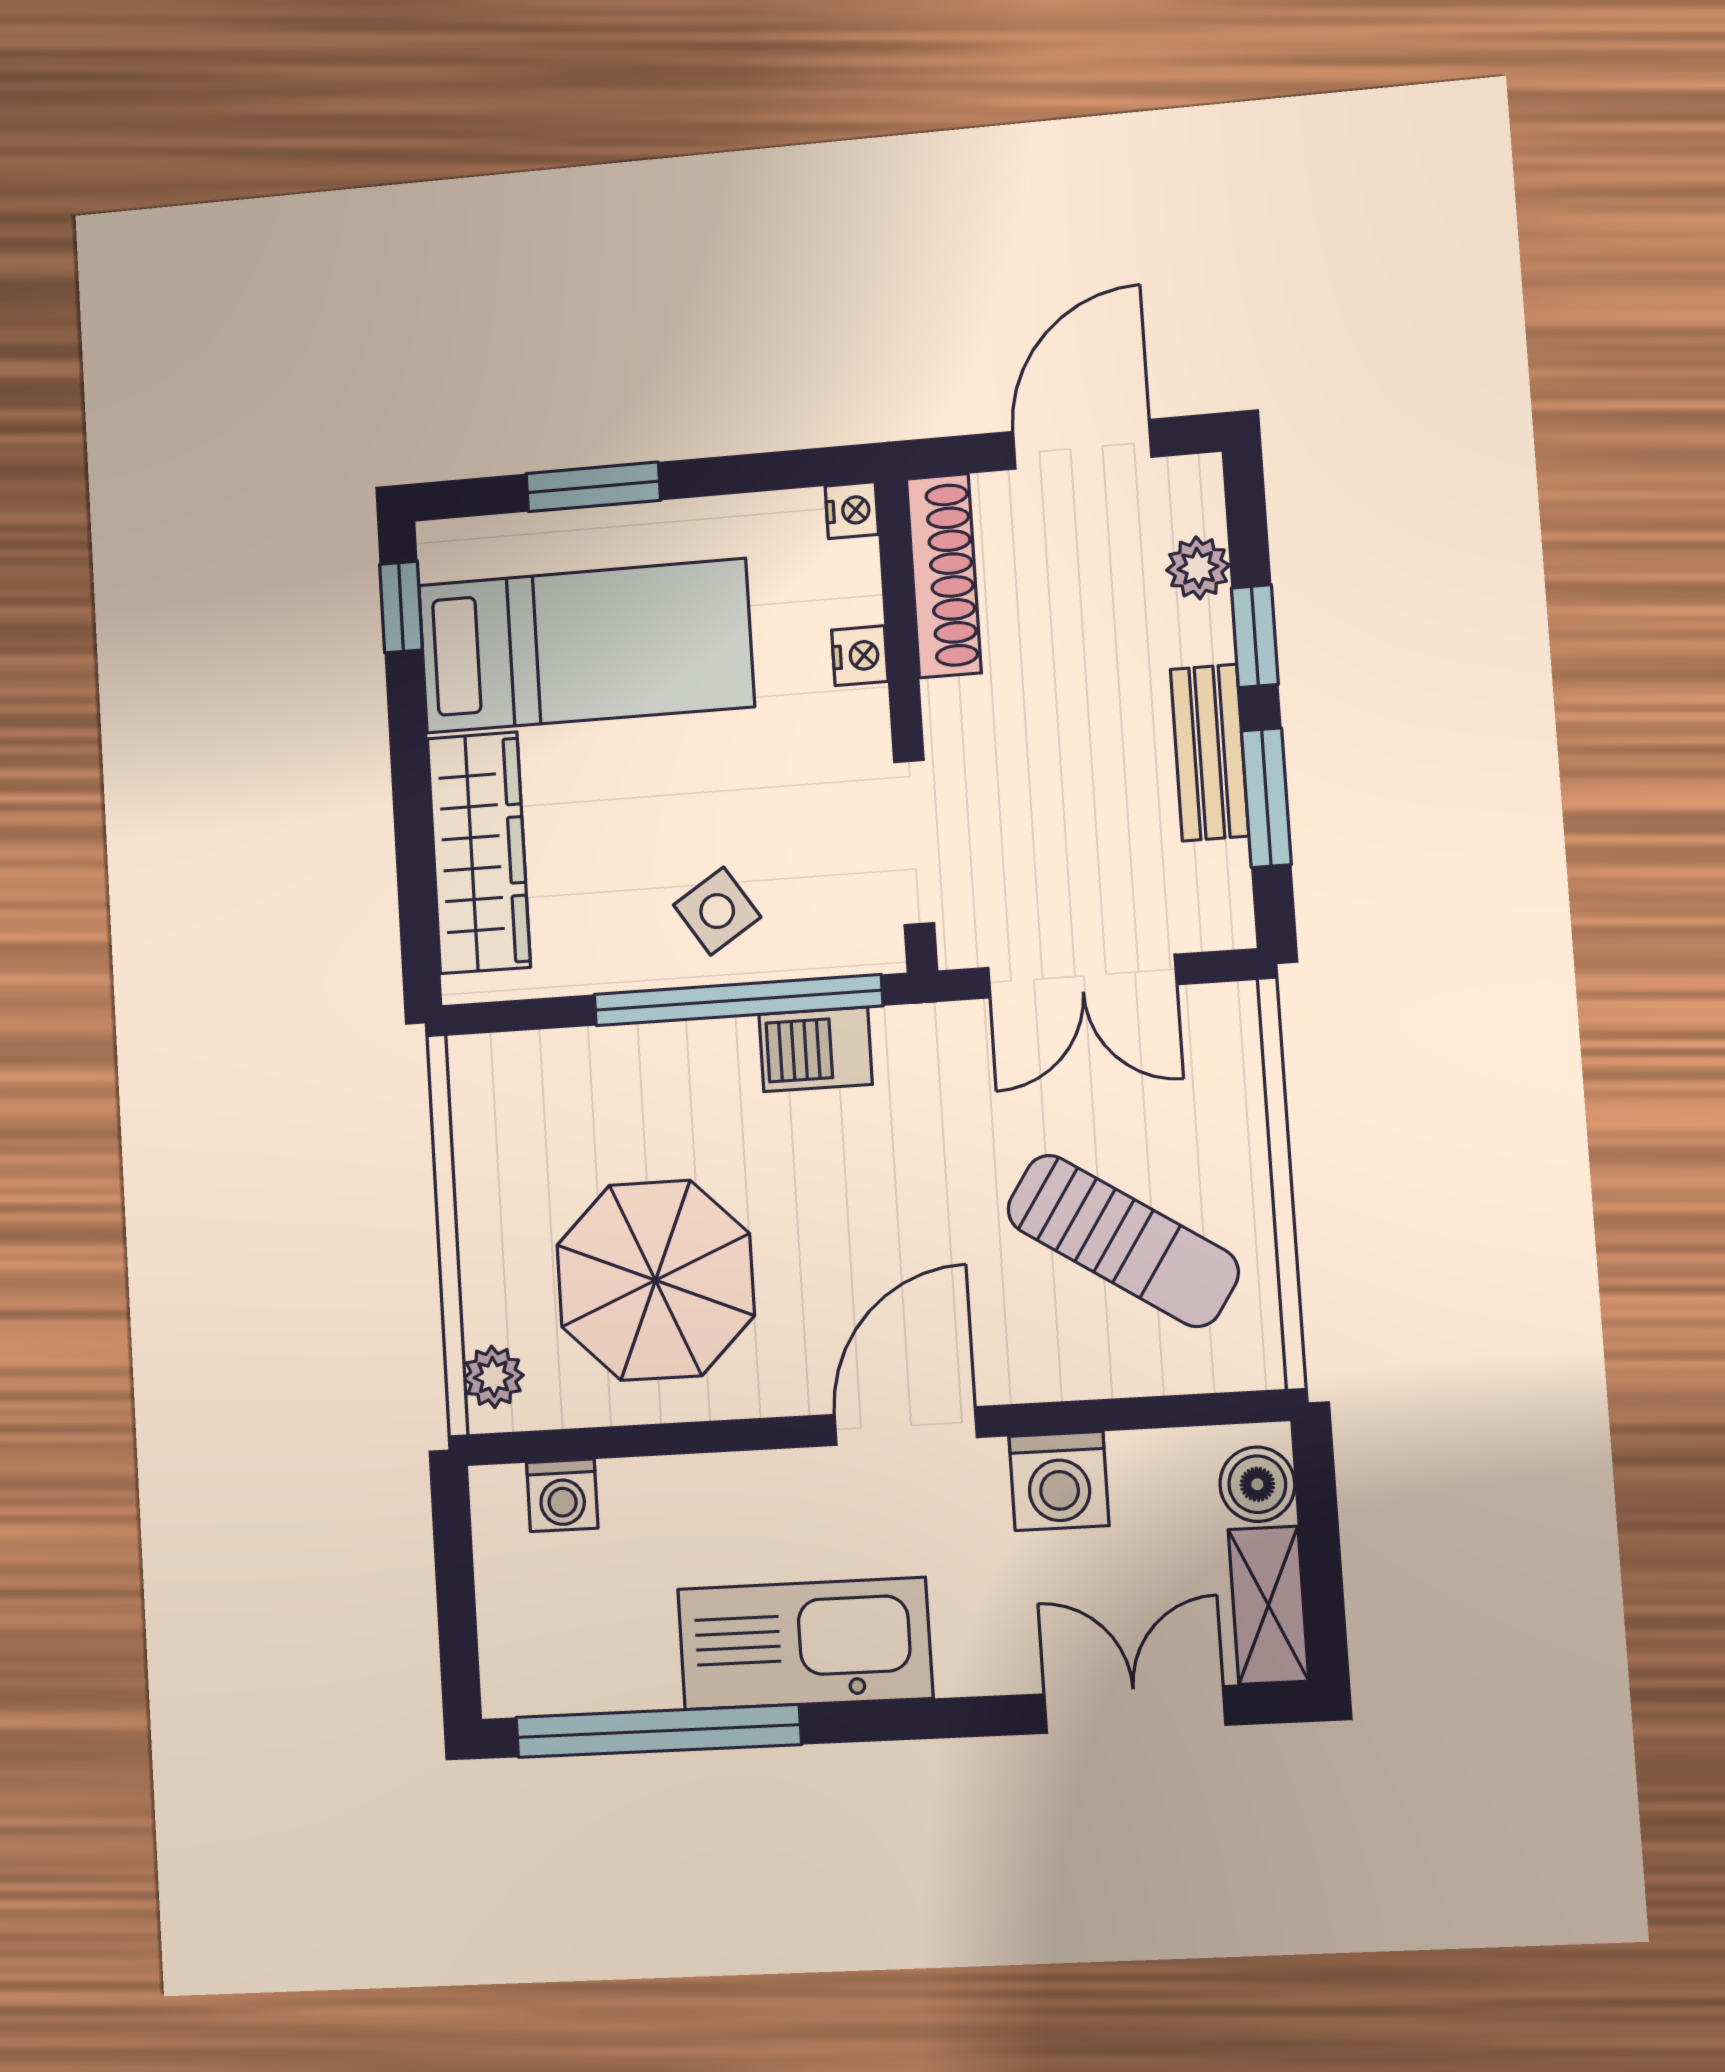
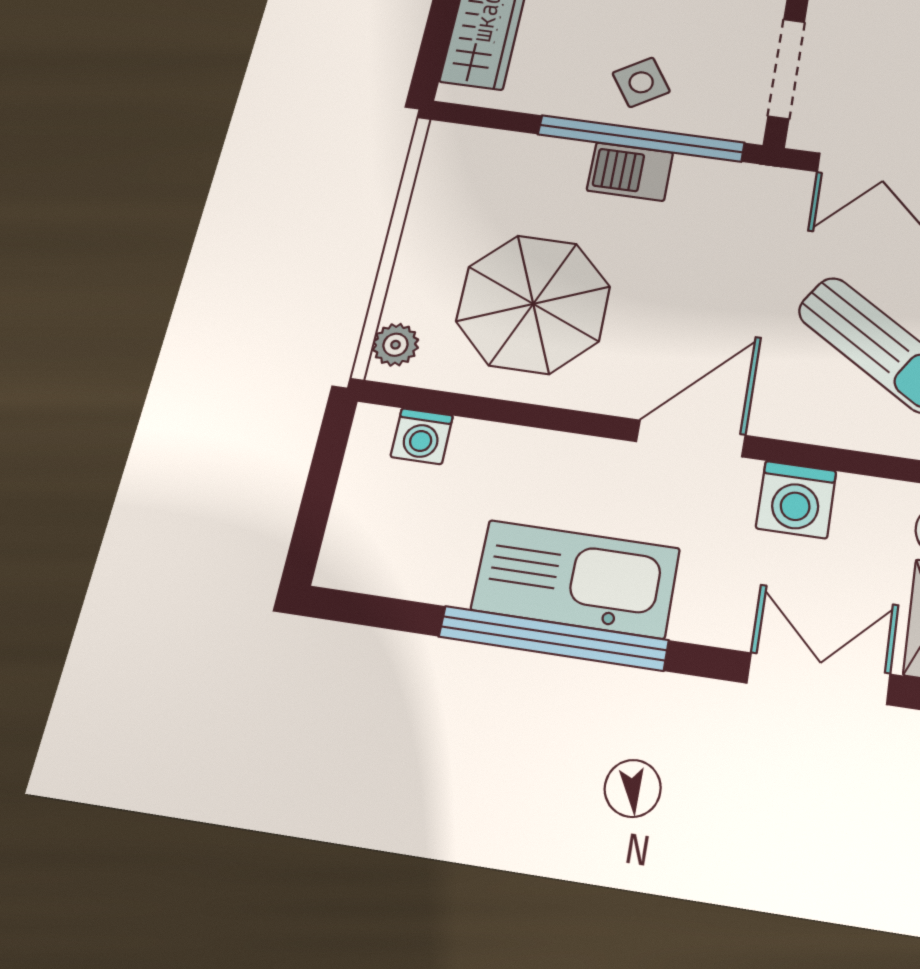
barbecue: (816, 1049) -> (630, 172), moved
window: (658, 1731) -> (554, 638), moved

